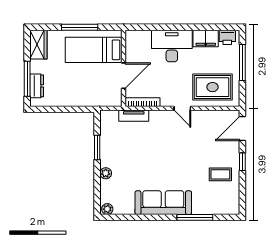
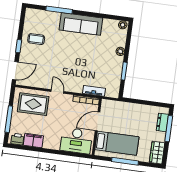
desk: (172, 46) -> (76, 141), moved

